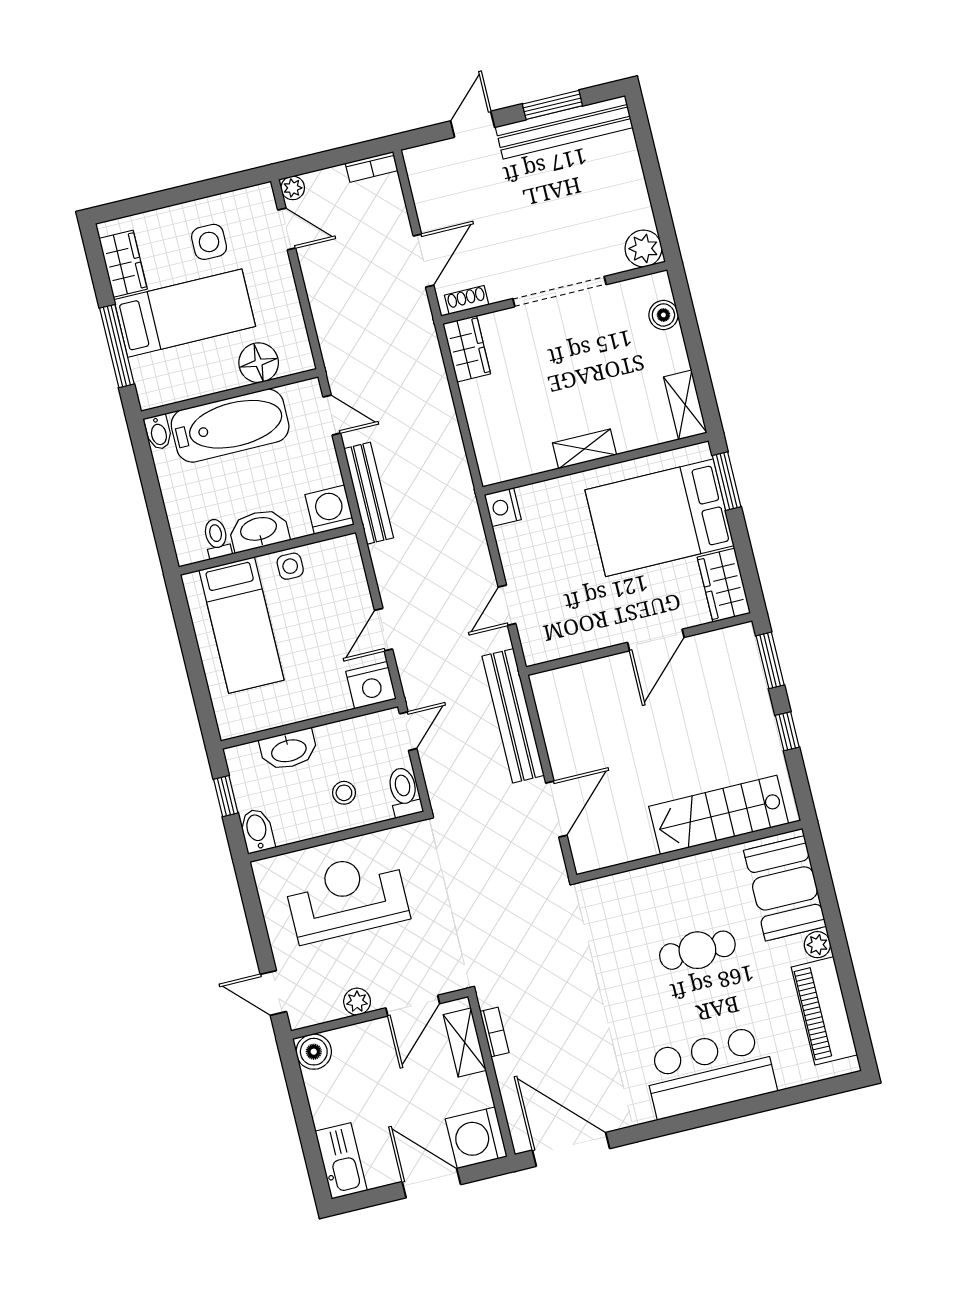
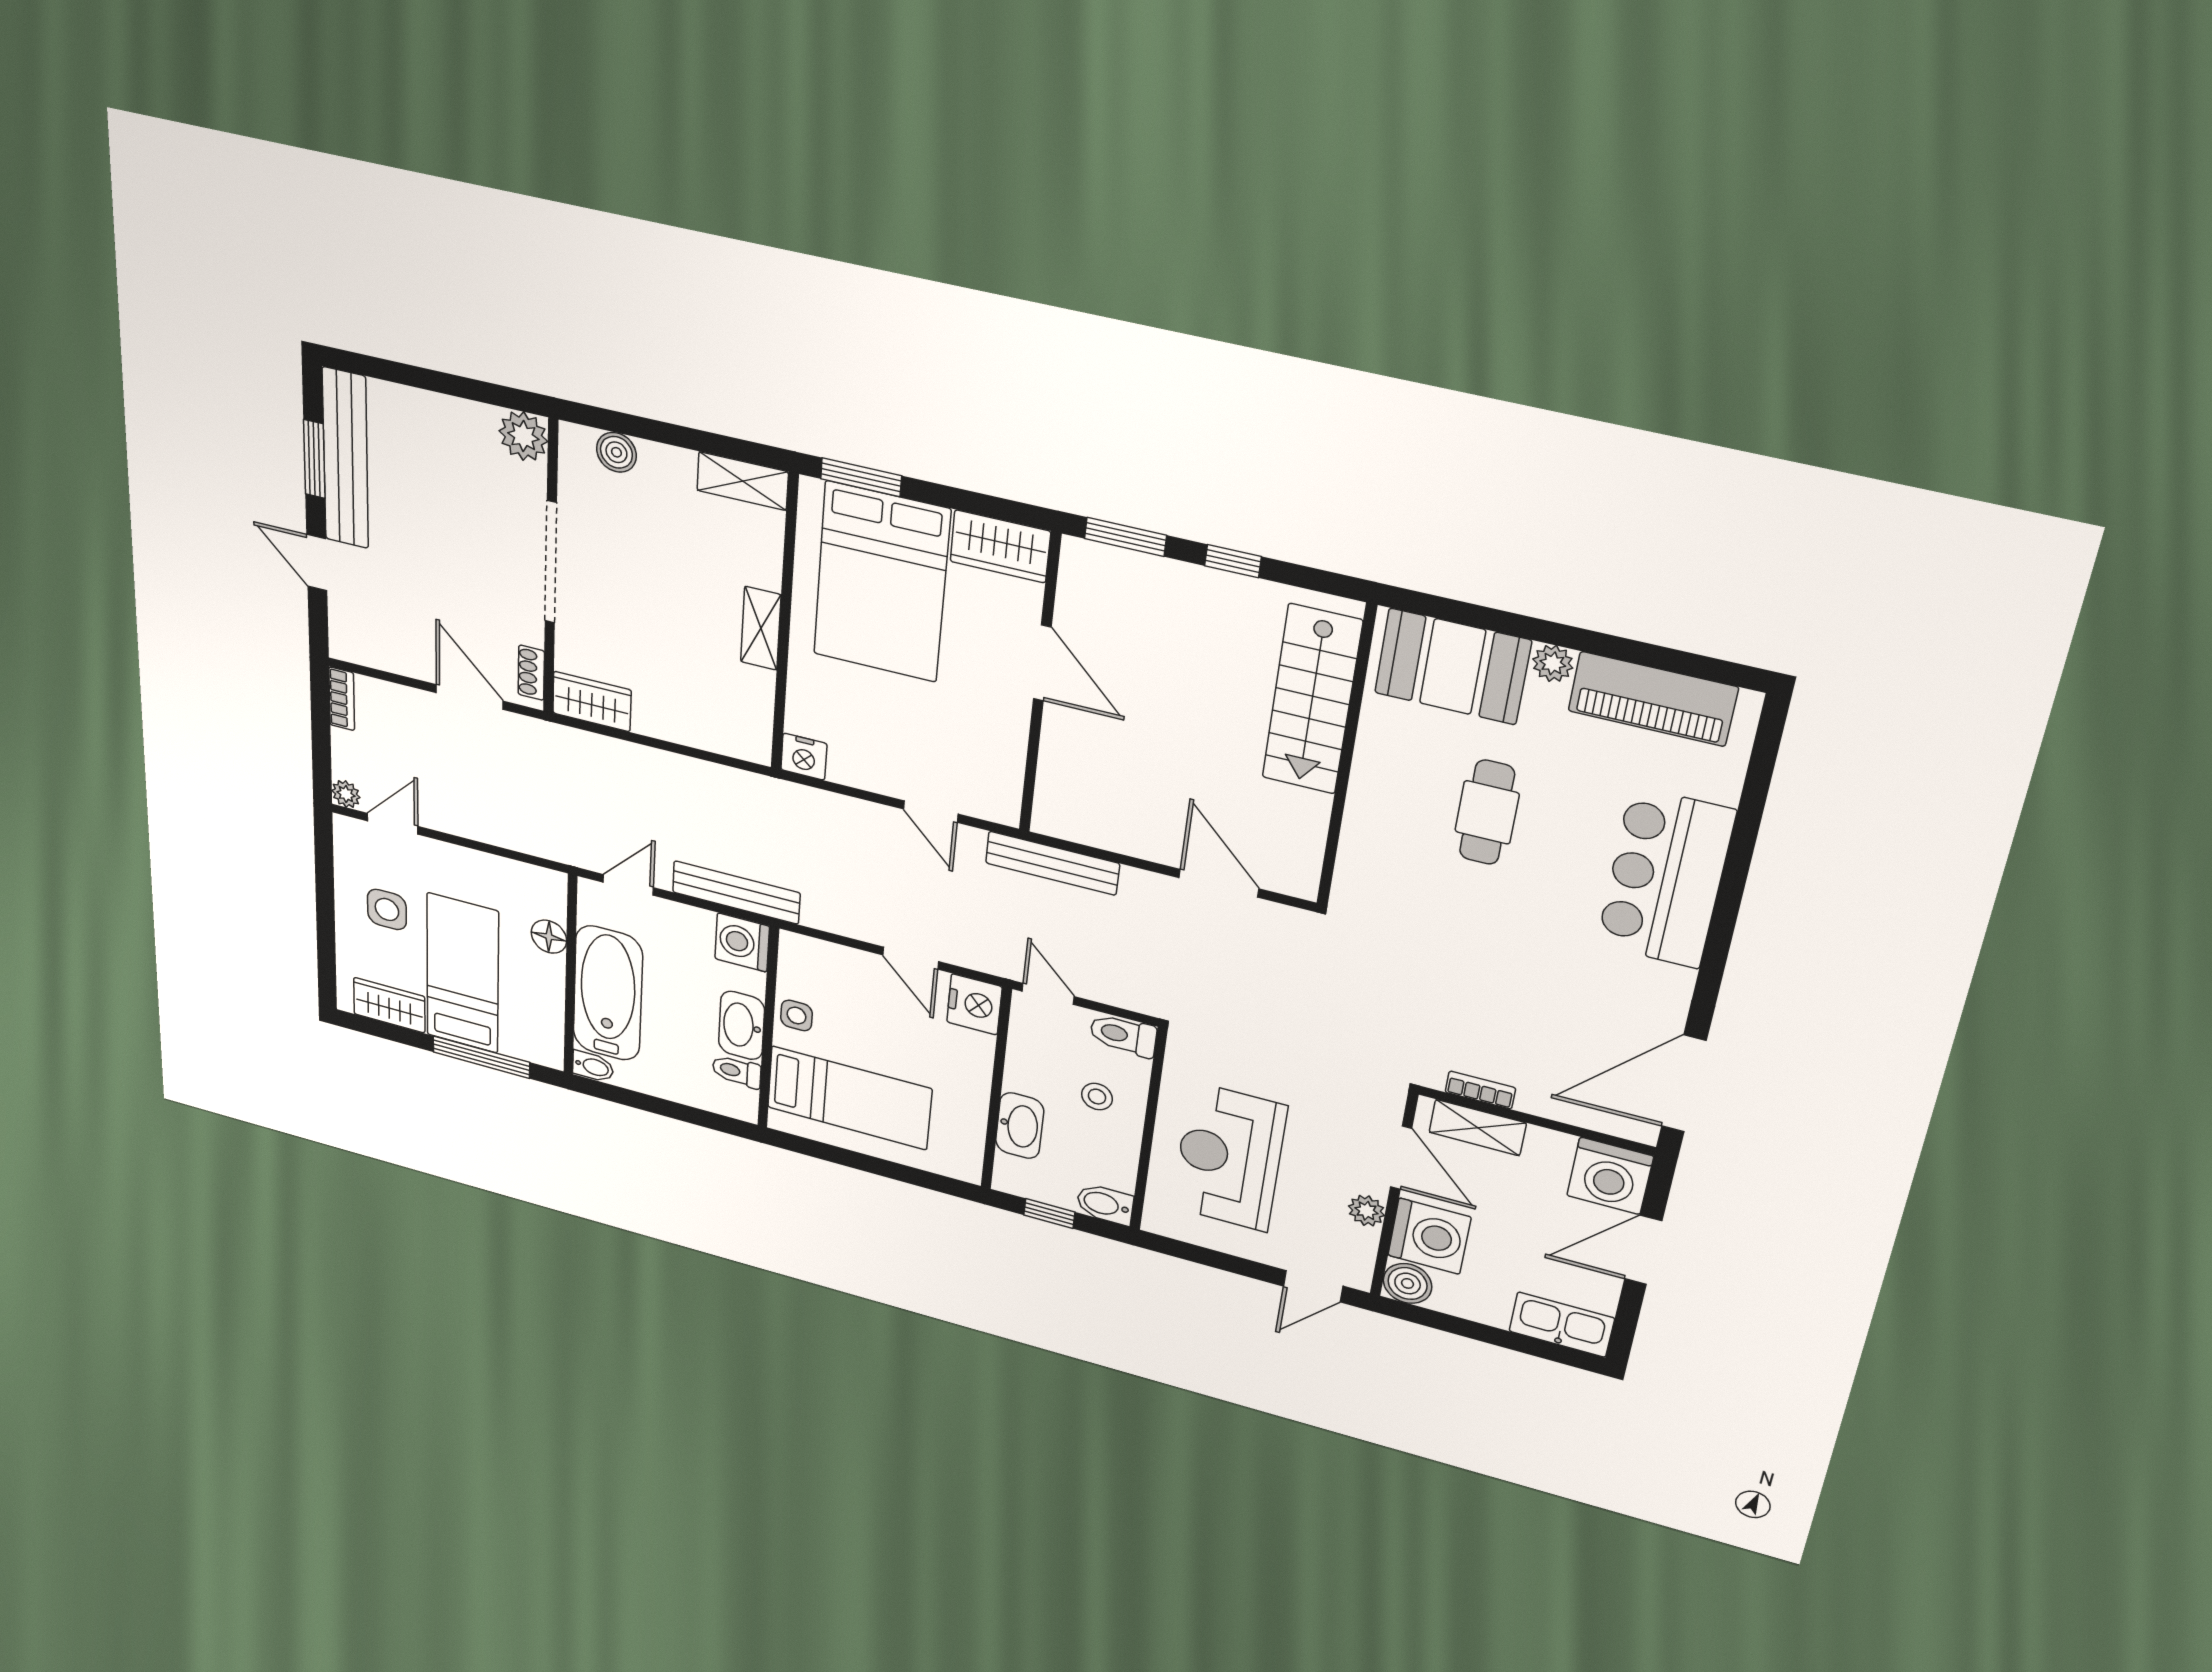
floor lamp: (259, 363) -> (549, 937), width x0.73, depth x0.73
bench: (513, 716) -> (1052, 863), width x0.73, depth x0.82
washing machine: (361, 1049) -> (1429, 1236), added

